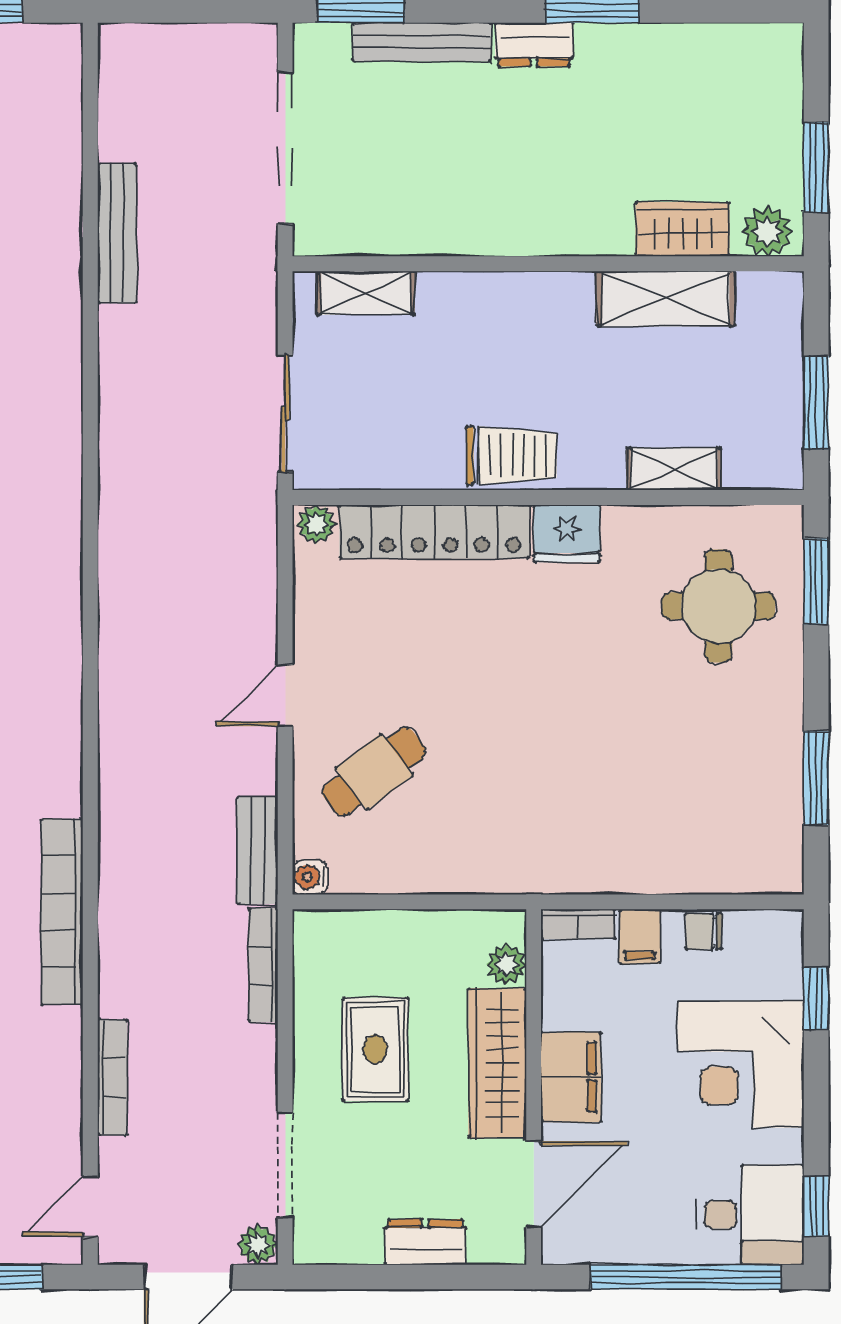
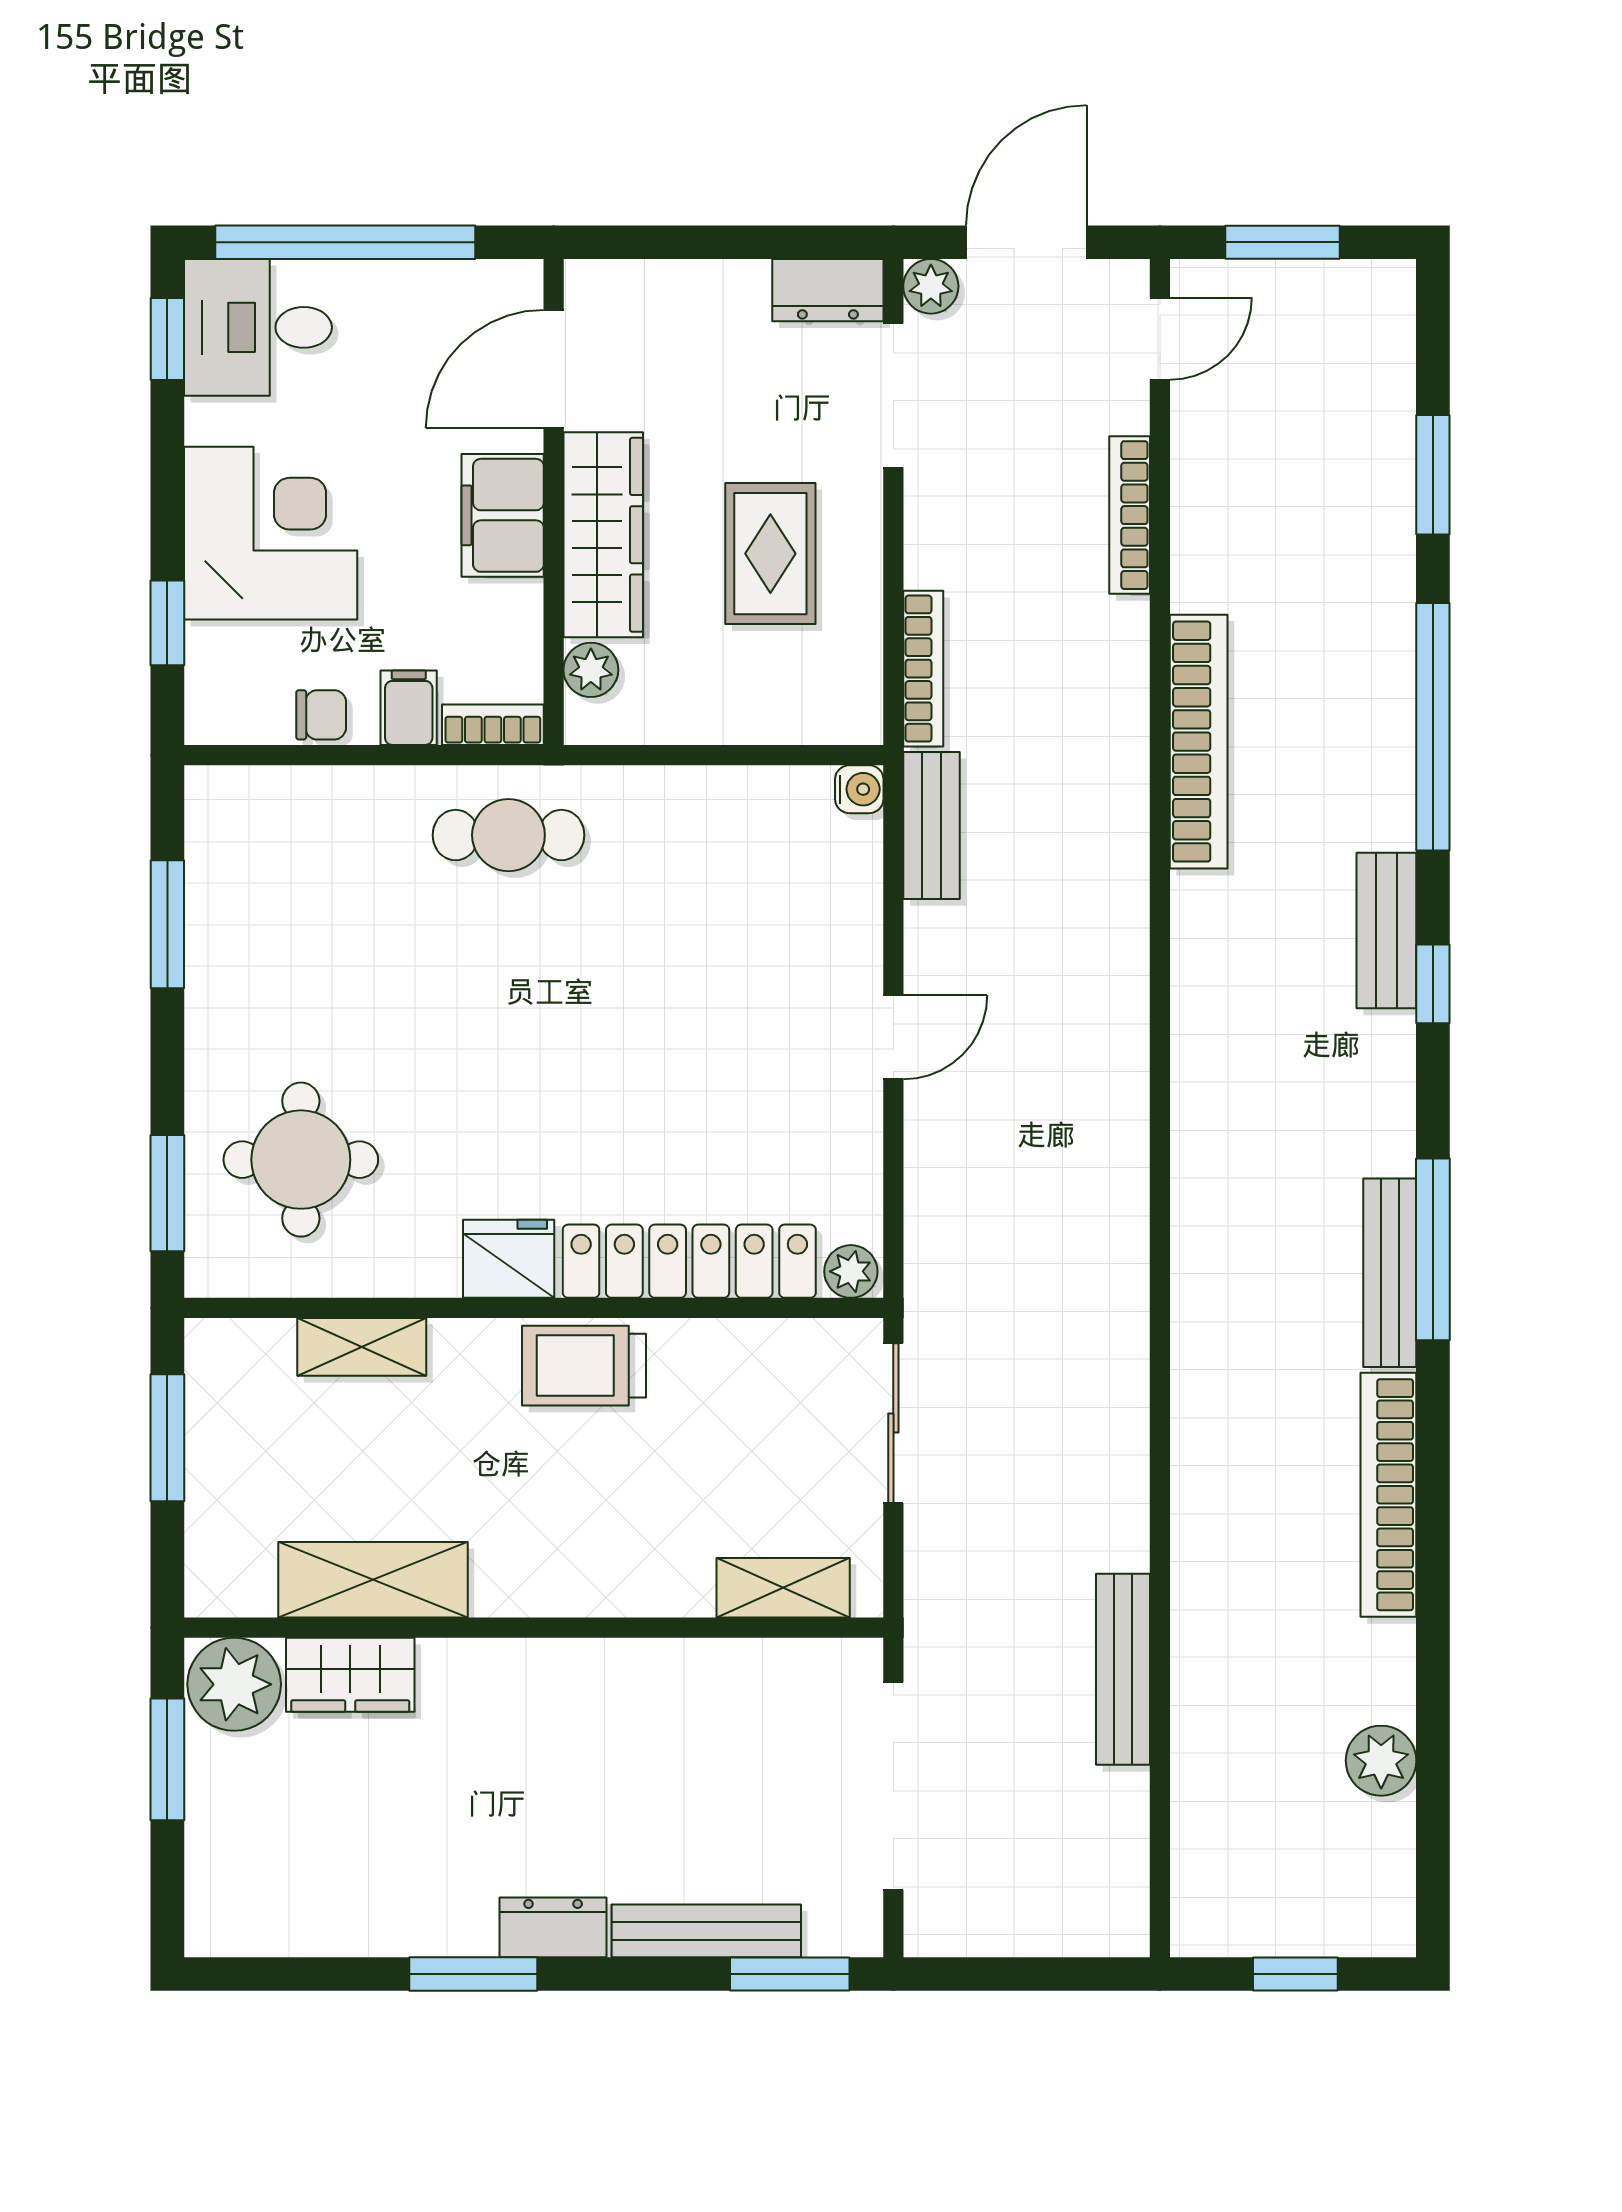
plant: (767, 231) -> (234, 1684), width x1.36, depth x1.36
cafe table: (374, 772) -> (508, 835), moved, turned 37
dresser: (425, 1242) -> (828, 290), moved

